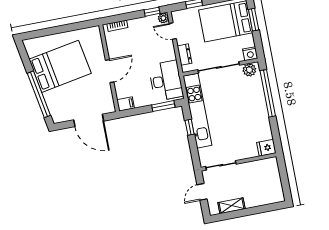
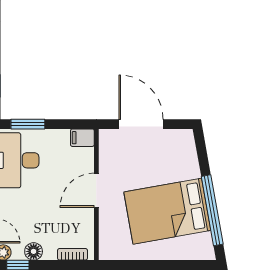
floor lamp: (143, 23) -> (34, 251), added
window: (39, 94) -> (212, 210), moved

